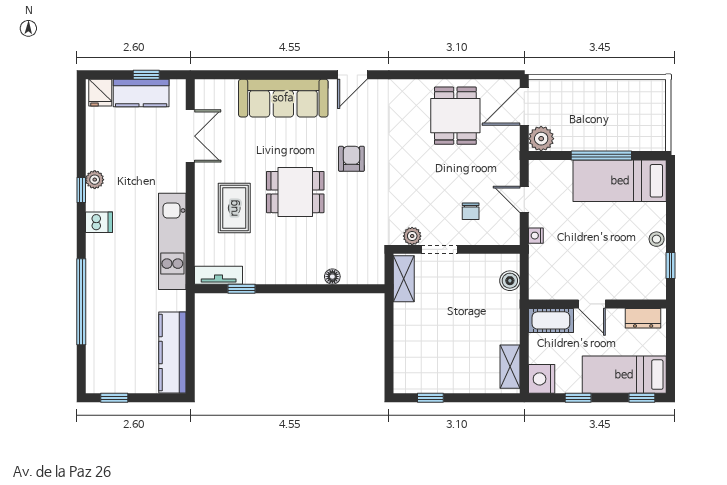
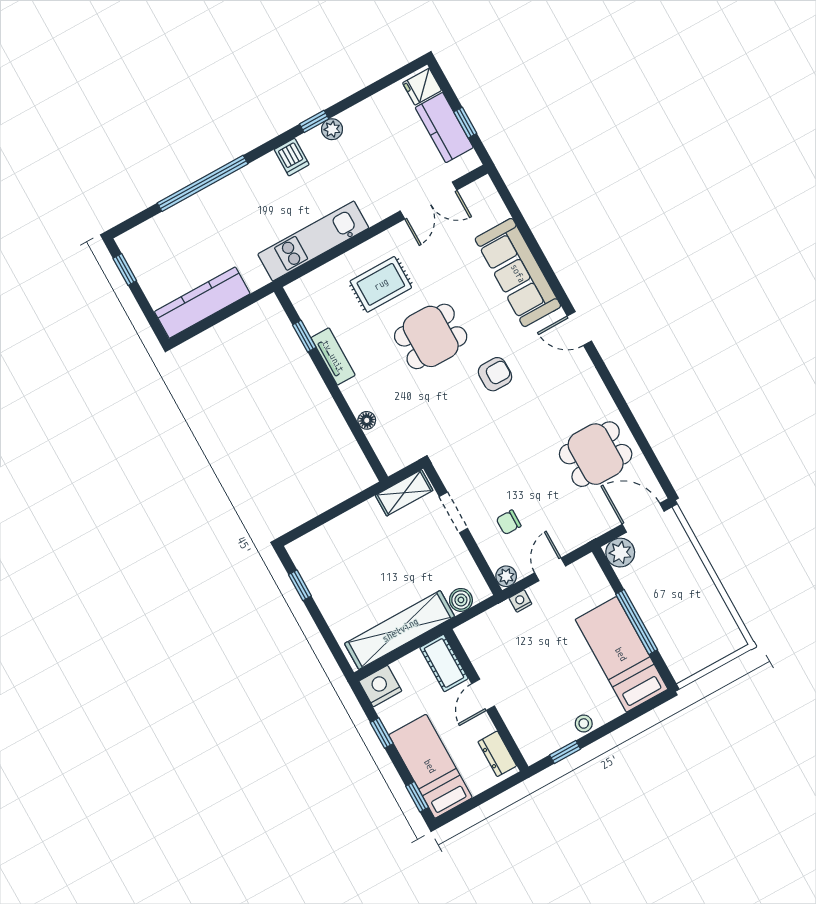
dining table: (295, 192) -> (431, 336), turned 90
plant: (412, 236) -> (506, 576), moved
tv unit: (219, 275) -> (333, 356), moved
shelving: (510, 367) -> (400, 630), width x2.20, depth x1.33

